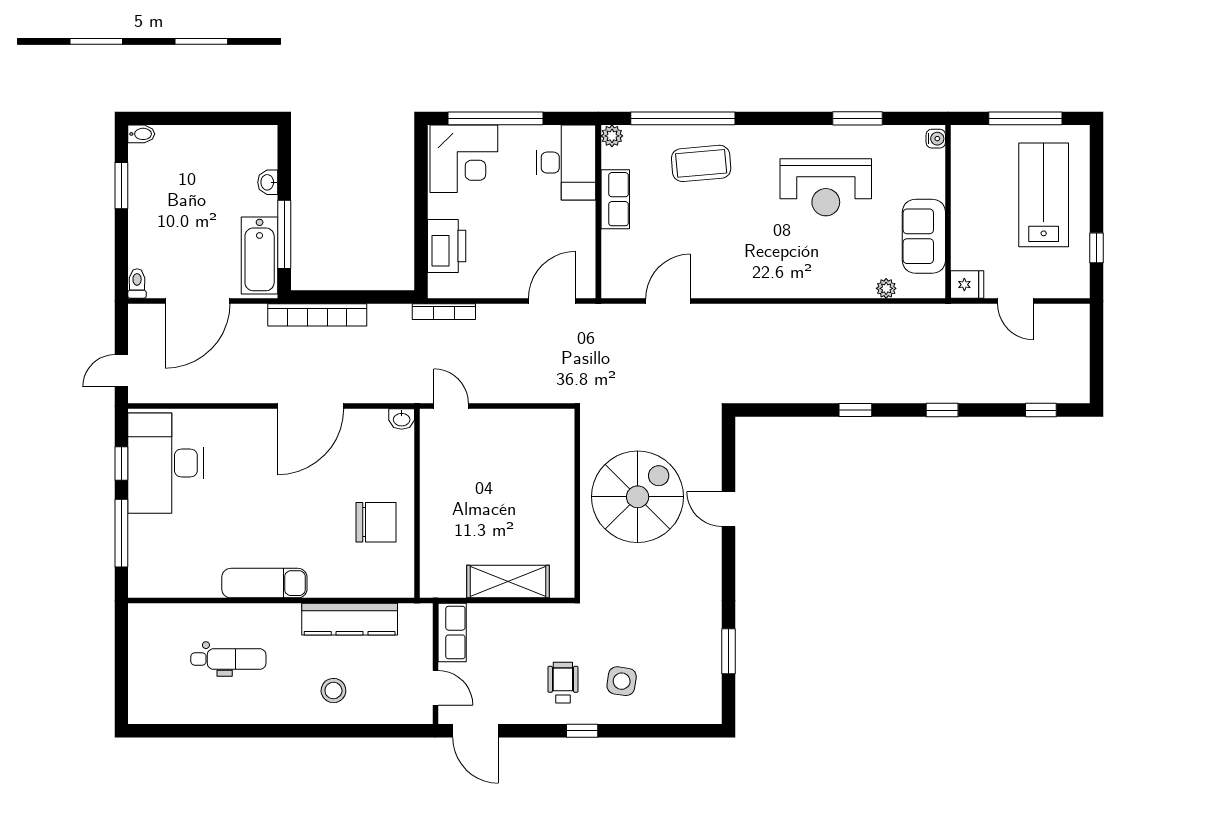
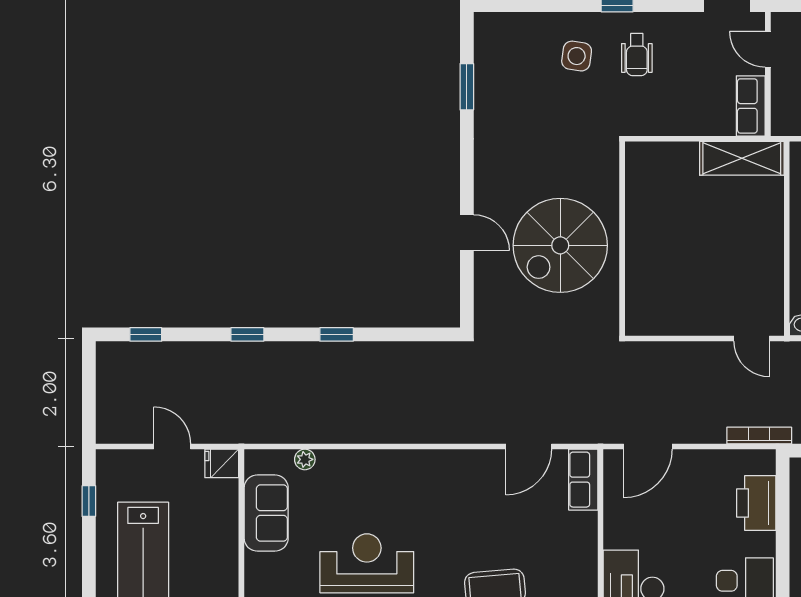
row of seats: (615, 199) -> (583, 480), moved
shelving: (508, 582) -> (742, 158), moved

